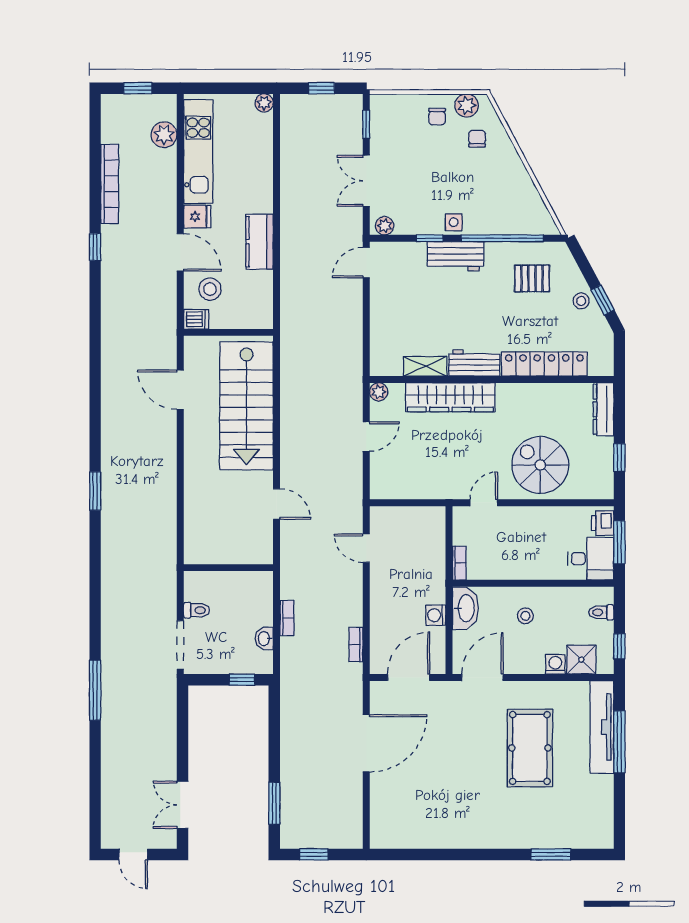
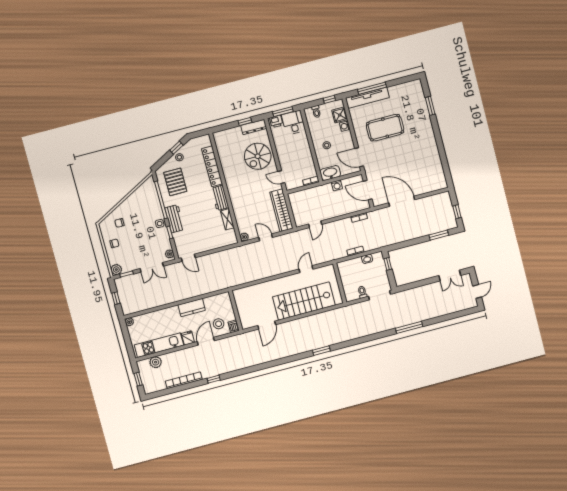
plant: (467, 105) -> (116, 270), moved
pallet: (532, 278) -> (175, 182), width x1.50, depth x1.42
wardrobe: (450, 397) -> (281, 210), moved, turned 180
stairs: (247, 406) -> (304, 301), moved, turned 180
dresser: (603, 409) -> (254, 127), moved

